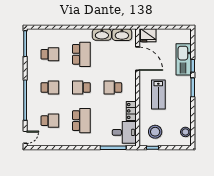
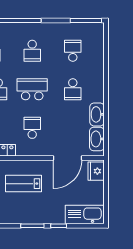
school desk: (50, 54) -> (73, 51), turned 180
school desk: (81, 54) -> (73, 89), width x0.54
kitchen sink: (184, 59) -> (85, 215), moved
school desk: (81, 87) -> (32, 89), width x1.85

